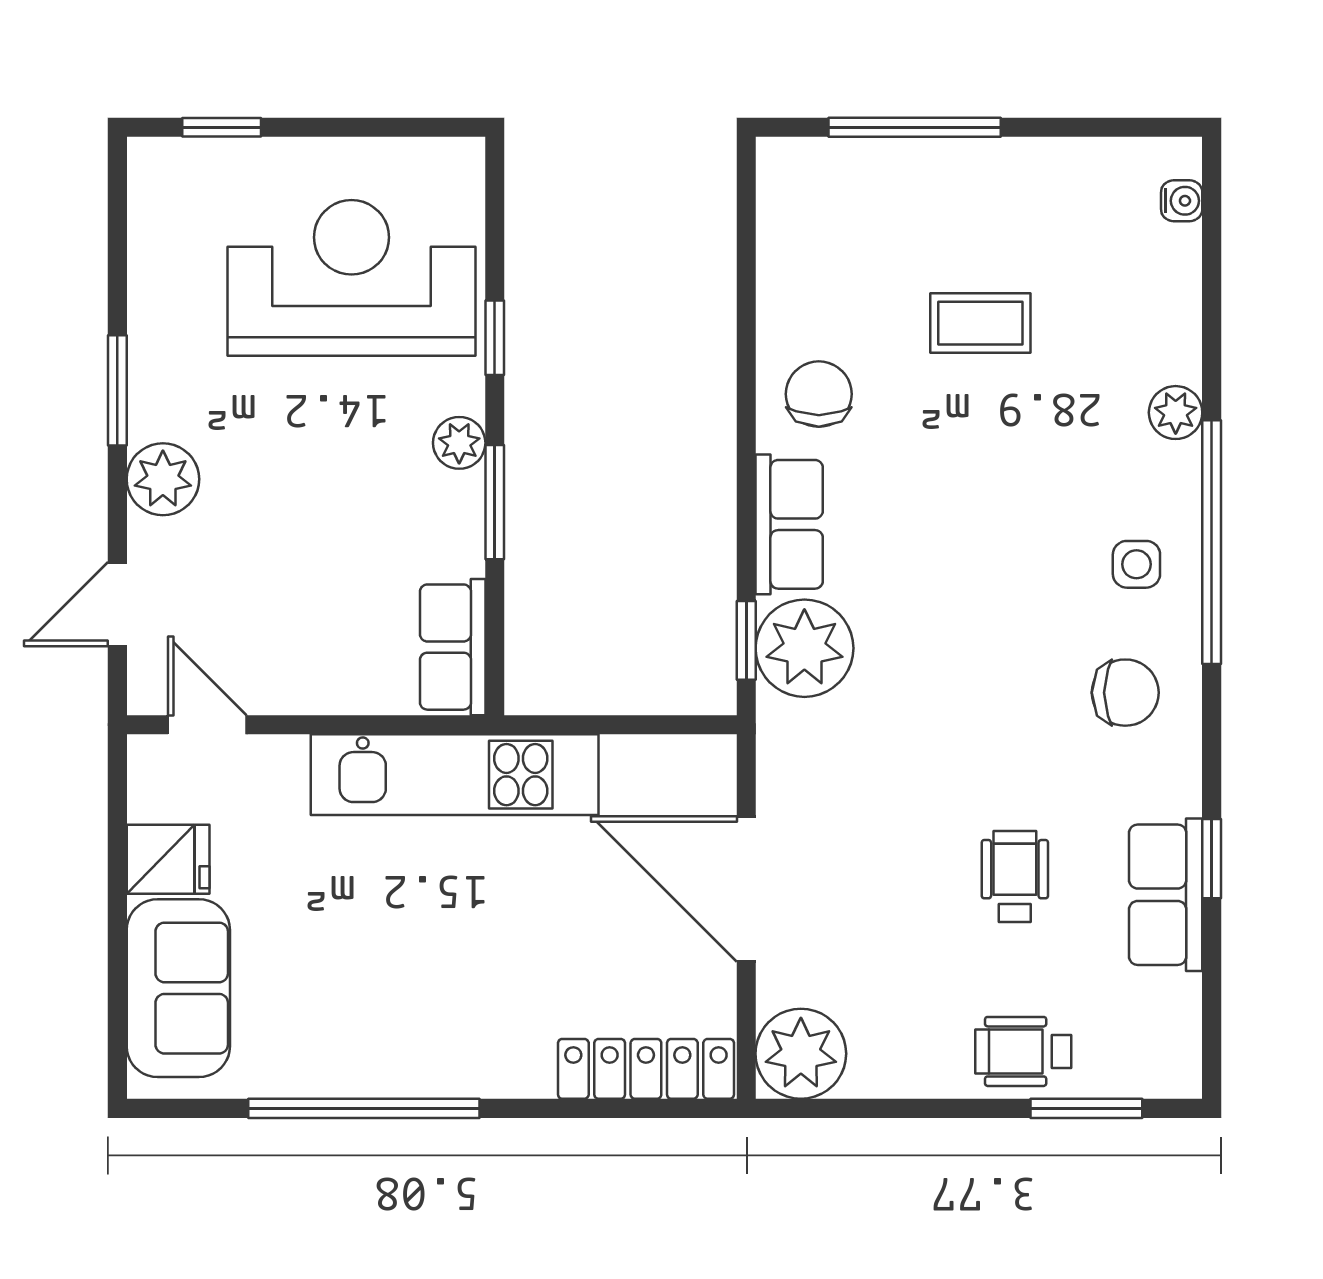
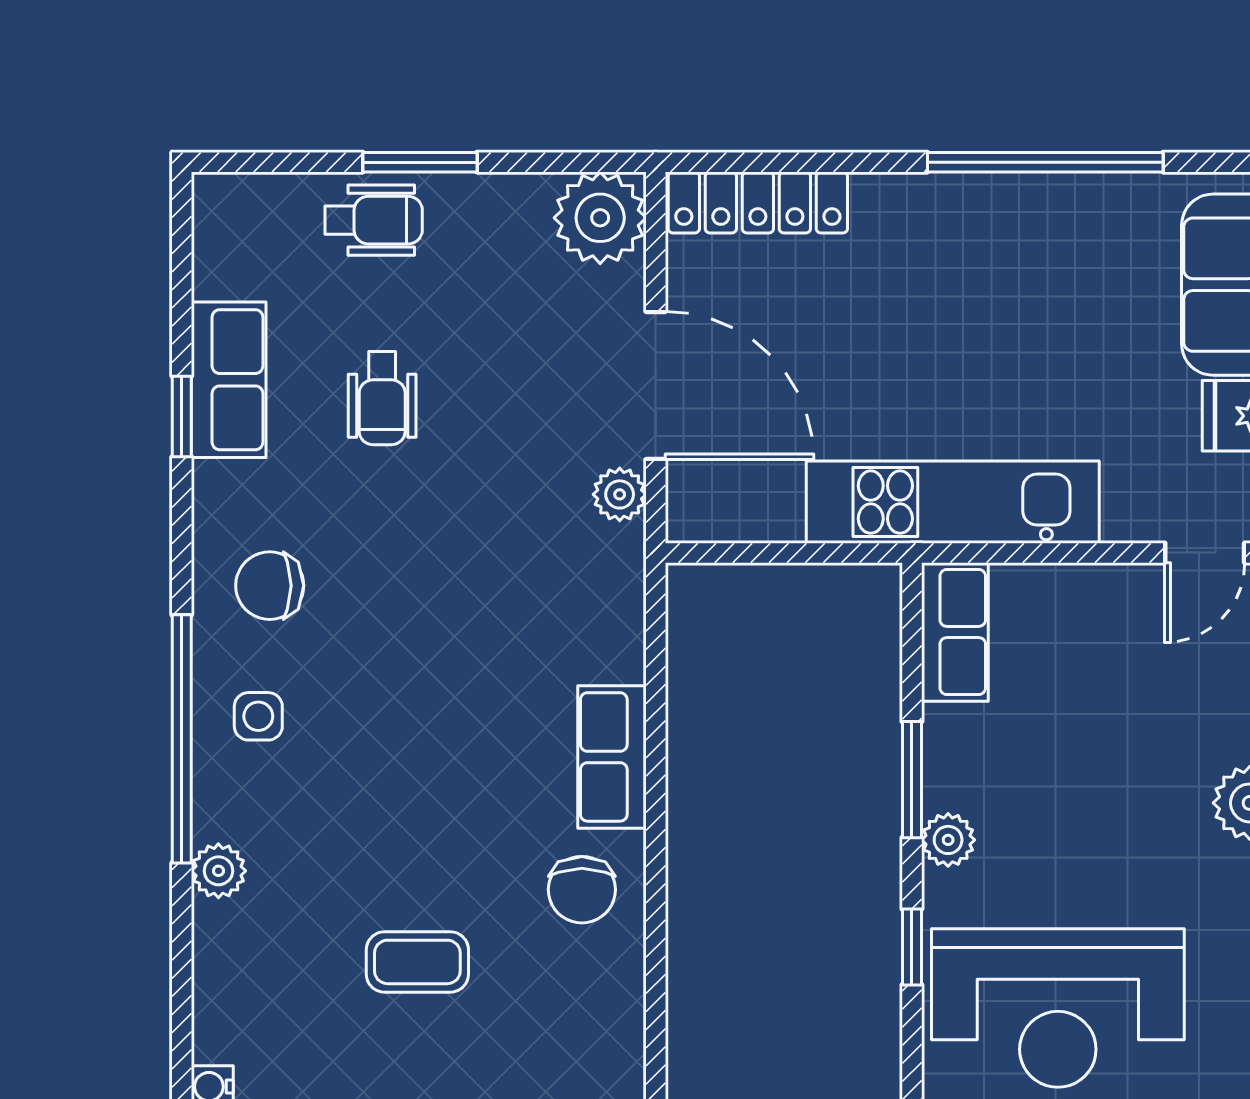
window: (746, 640) -> (656, 639), removed
plant: (804, 648) -> (620, 494), moved, width x0.53, depth x0.53
door: (207, 725) -> (1205, 553), hinge flipped
window: (1086, 1108) -> (420, 162), moved

